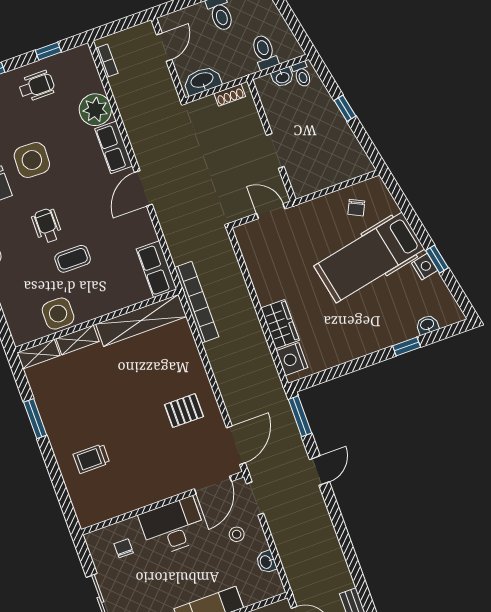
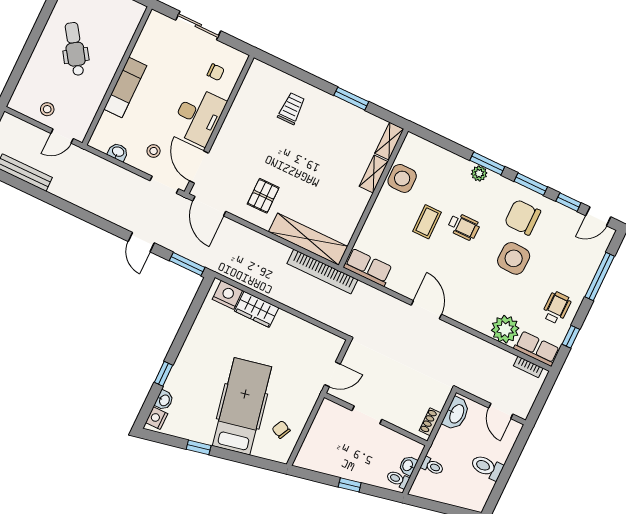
toilet: (264, 52) -> (432, 466), width x0.73, depth x0.72
wheelchair: (37, 86) -> (556, 308), turned 180
row of seats: (114, 147) -> (537, 349), moved
nightstand: (425, 267) -> (157, 418), moved, turned 102
shelving: (141, 320) -> (308, 239), moved, turned 90

